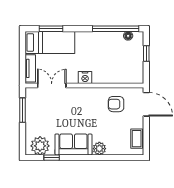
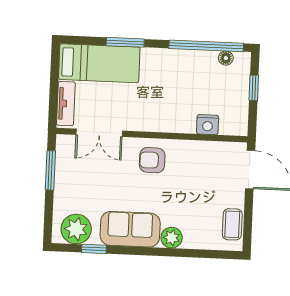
window: (51, 29) -> (125, 42), moved
nightstand: (85, 78) -> (208, 125), moved
double door: (52, 86) -> (99, 133), swing flipped
armchair: (116, 104) -> (152, 160), moved

